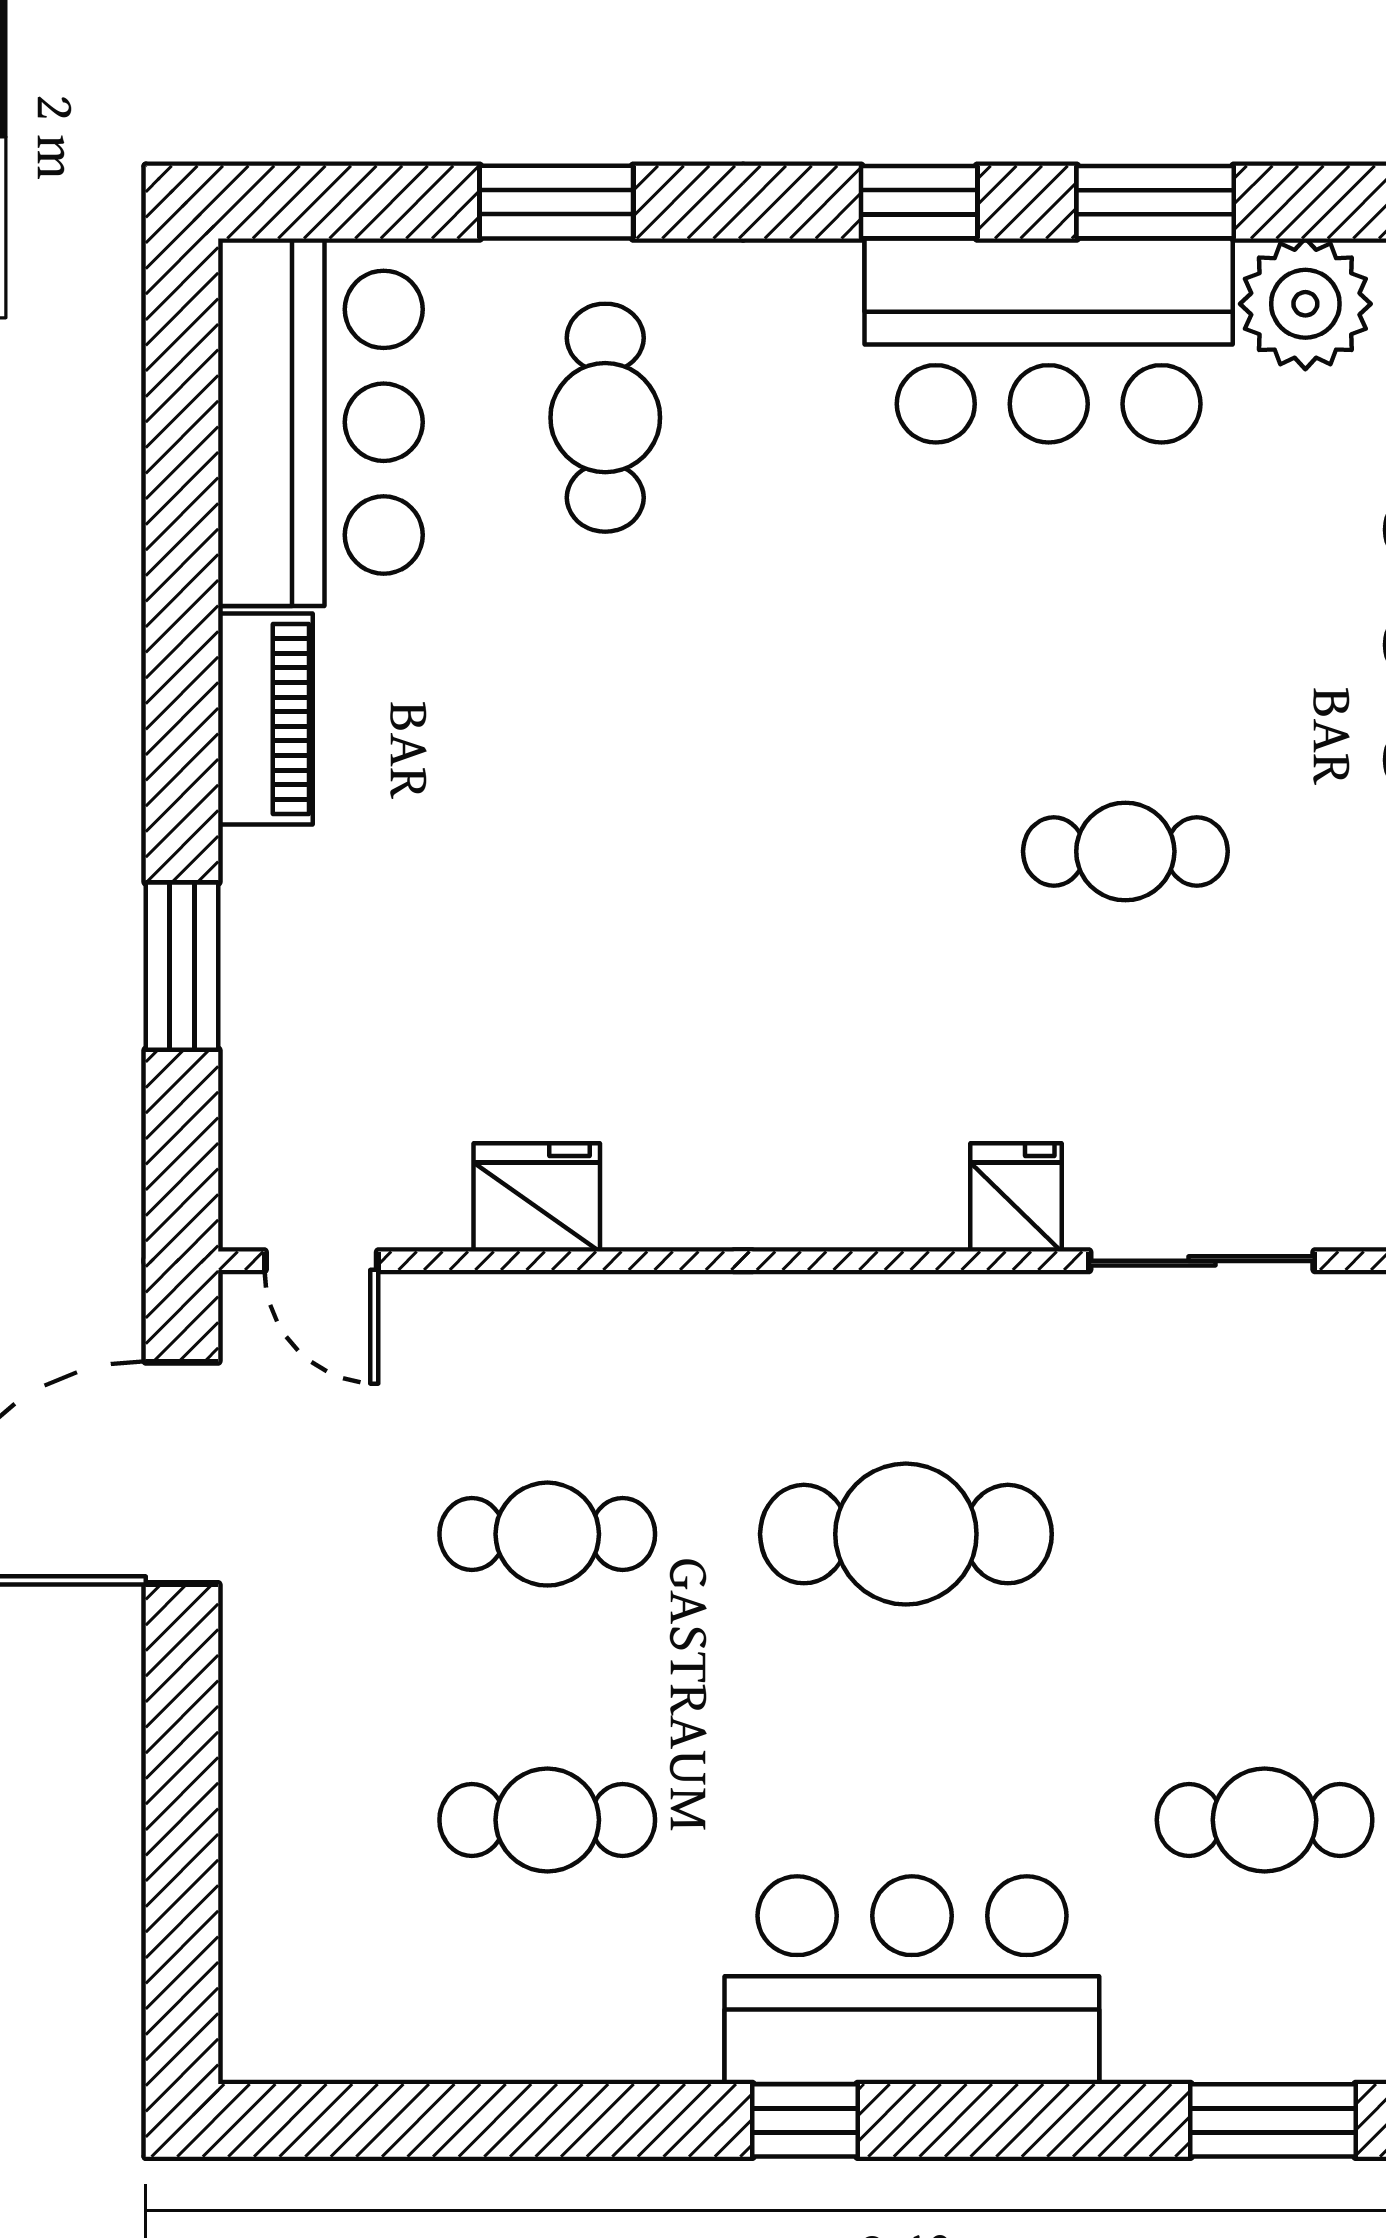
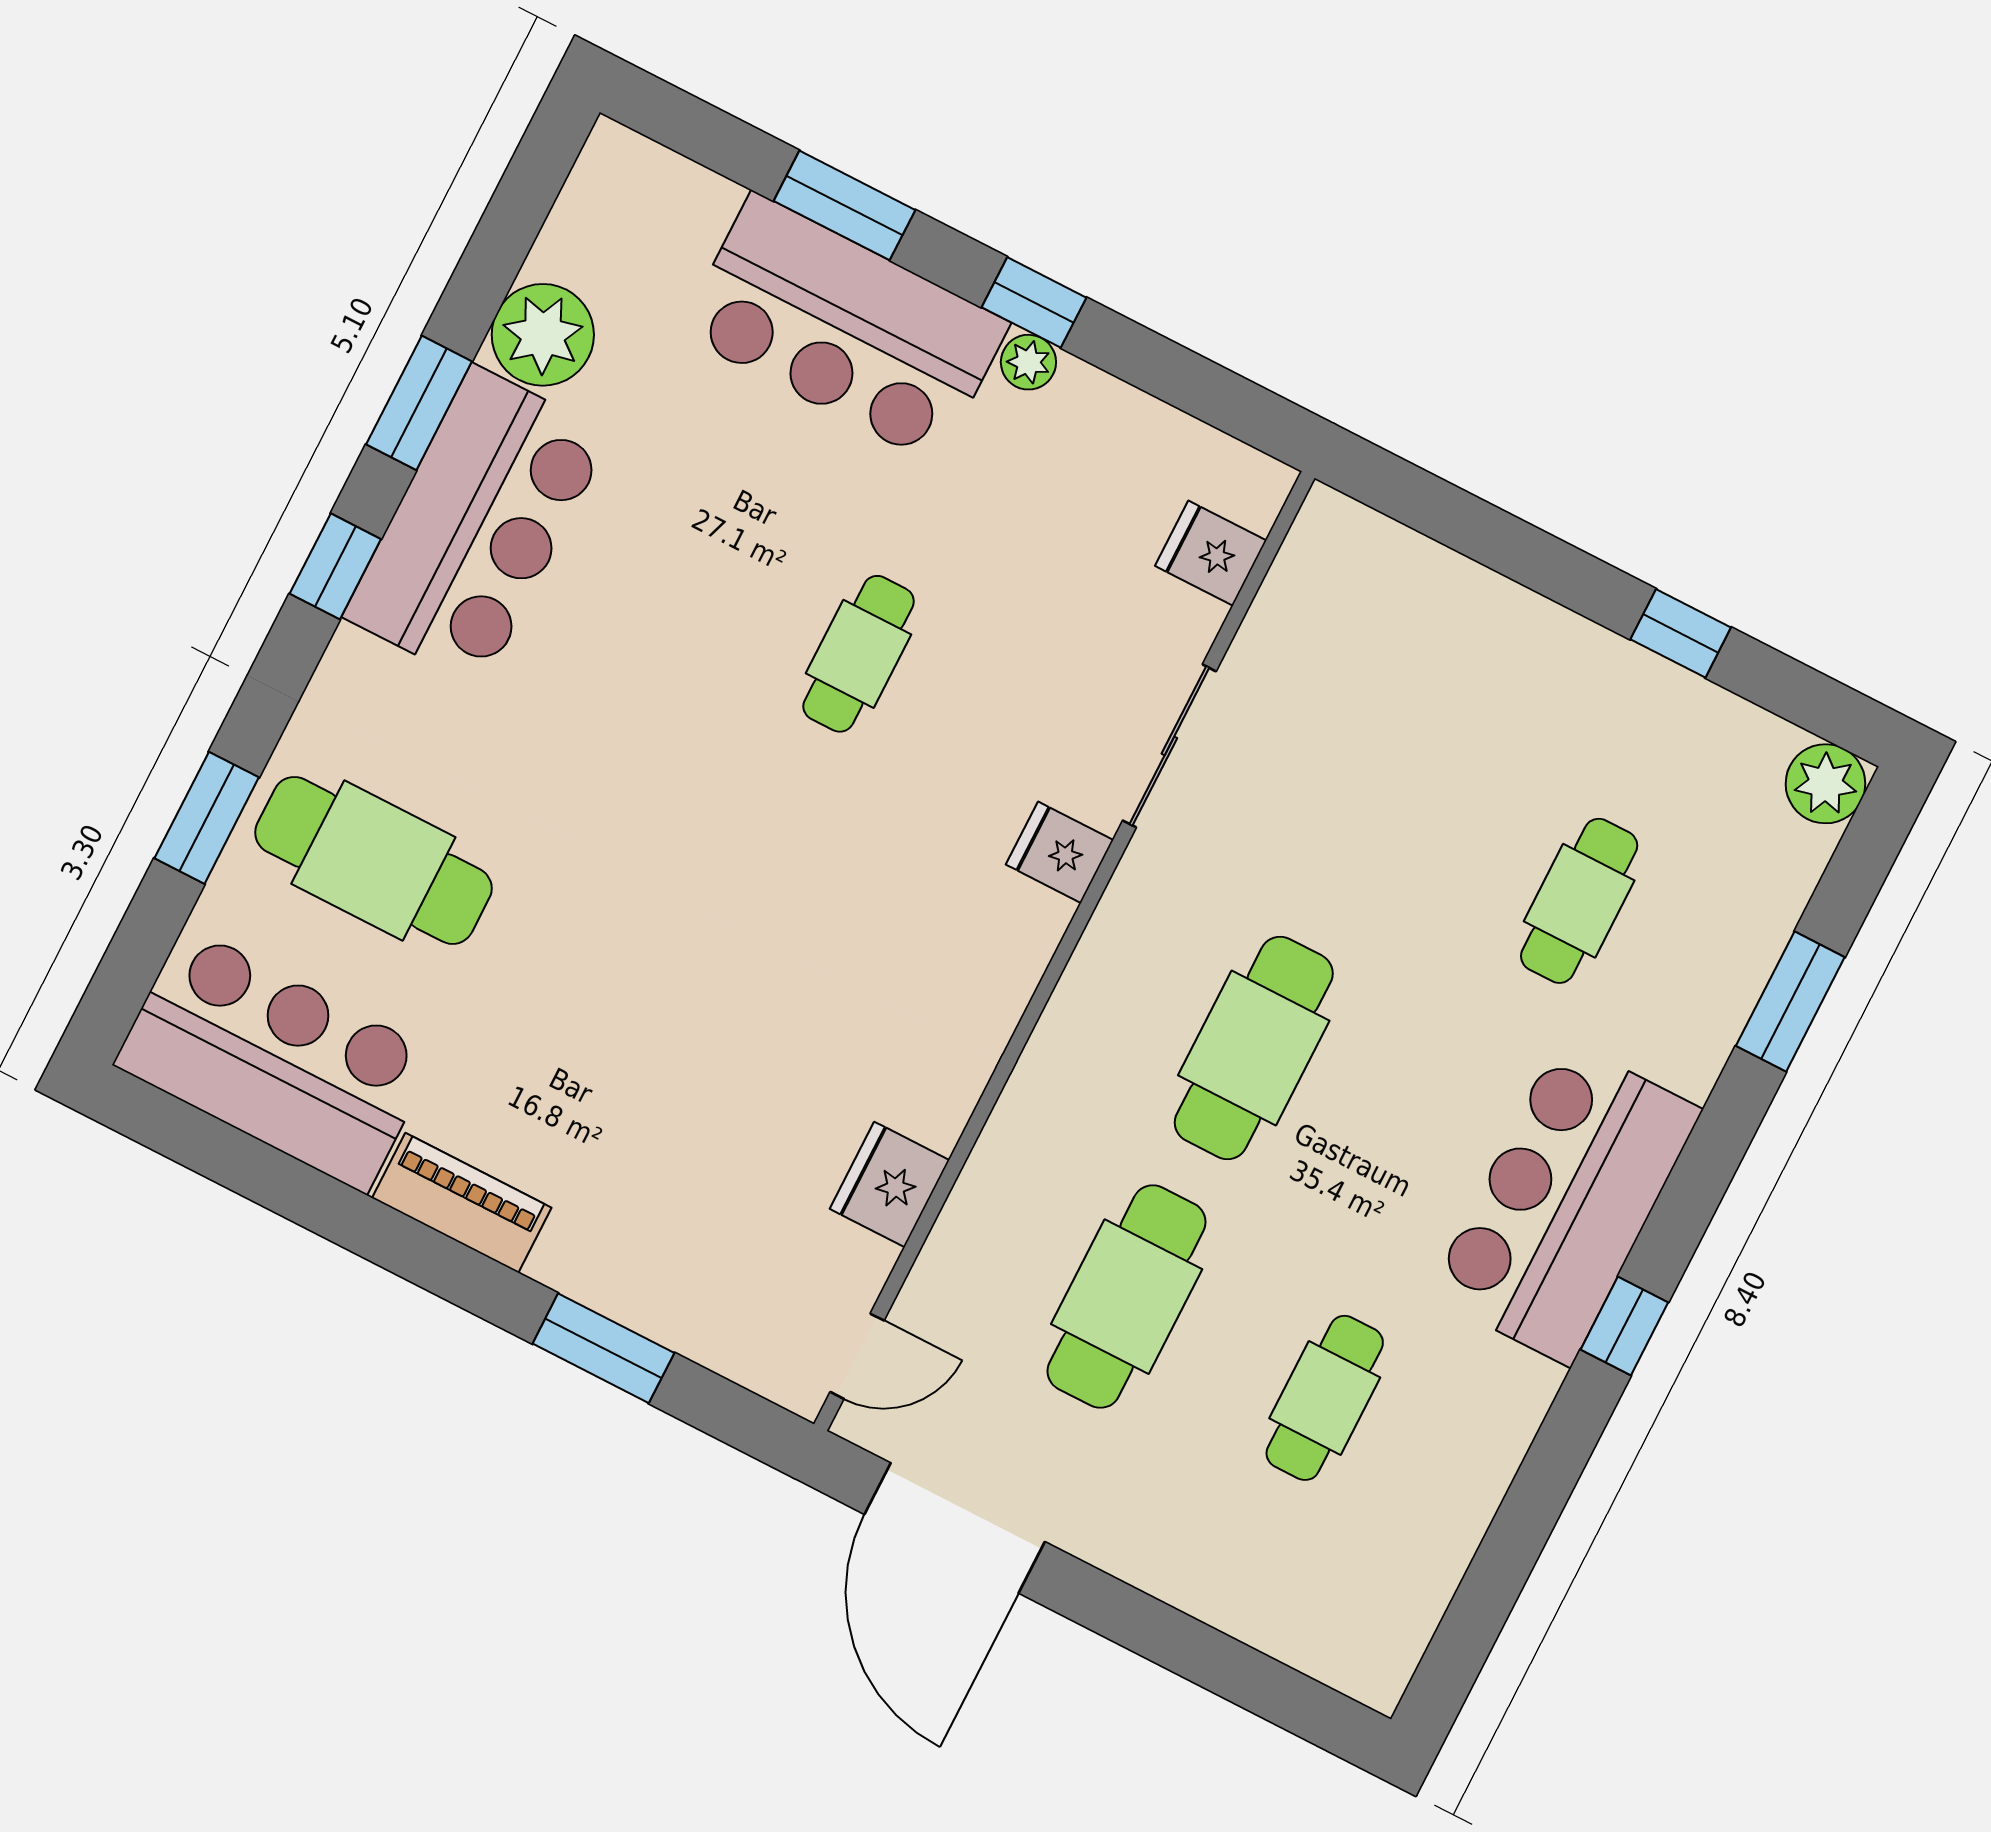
cafe table: (605, 418) -> (373, 860), width x1.37, depth x1.35
cafe table: (547, 1534) -> (1127, 1297), width x1.37, depth x1.35

